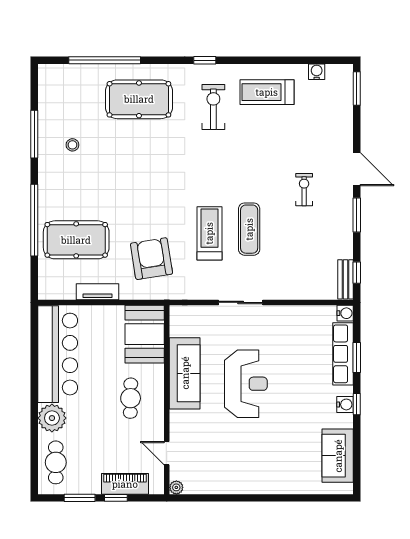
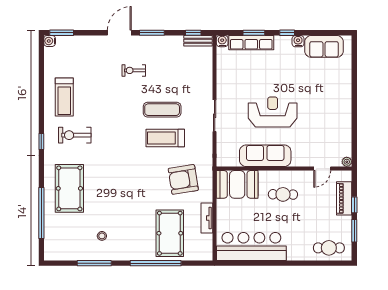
water cooler: (317, 72) -> (50, 41), moved
water cooler: (345, 404) -> (298, 41), moved
plant: (52, 418) -> (297, 251), removed

